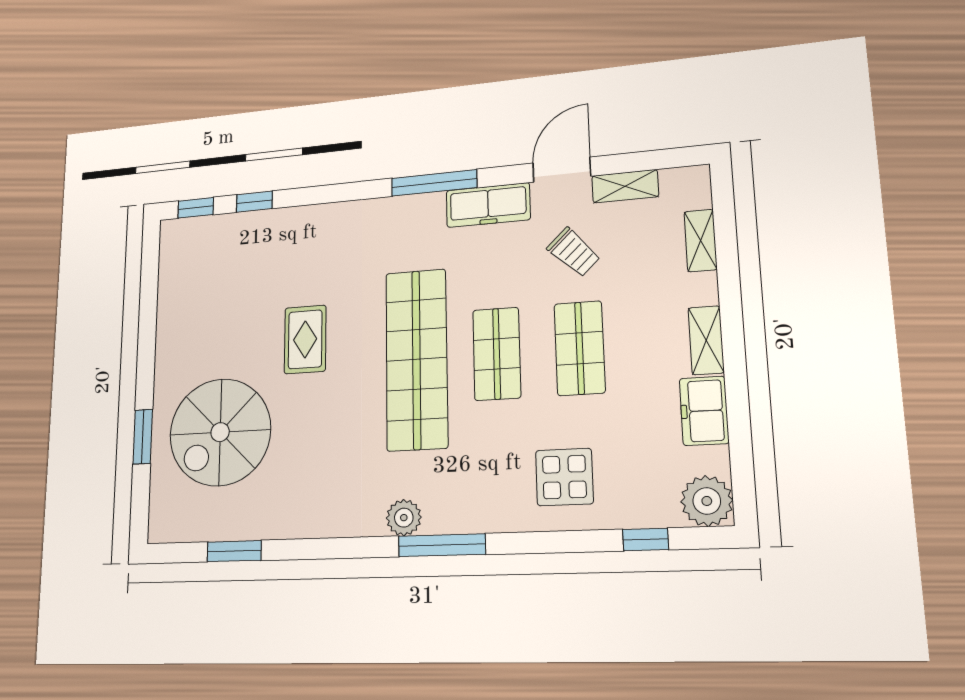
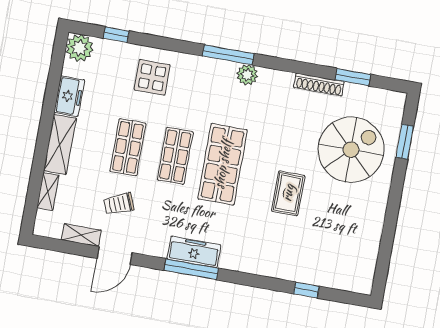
freezer: (488, 205) -> (194, 252), moved
window: (196, 208) -> (346, 297), removed
trolley: (574, 252) -> (119, 204), turned -68
shelving: (706, 340) -> (60, 144), width x1.50, depth x1.33
shop shelf: (416, 359) -> (223, 164), width x0.71
window: (143, 437) -> (405, 142), moved
shoe rack: (285, 527) -> (319, 85), added

